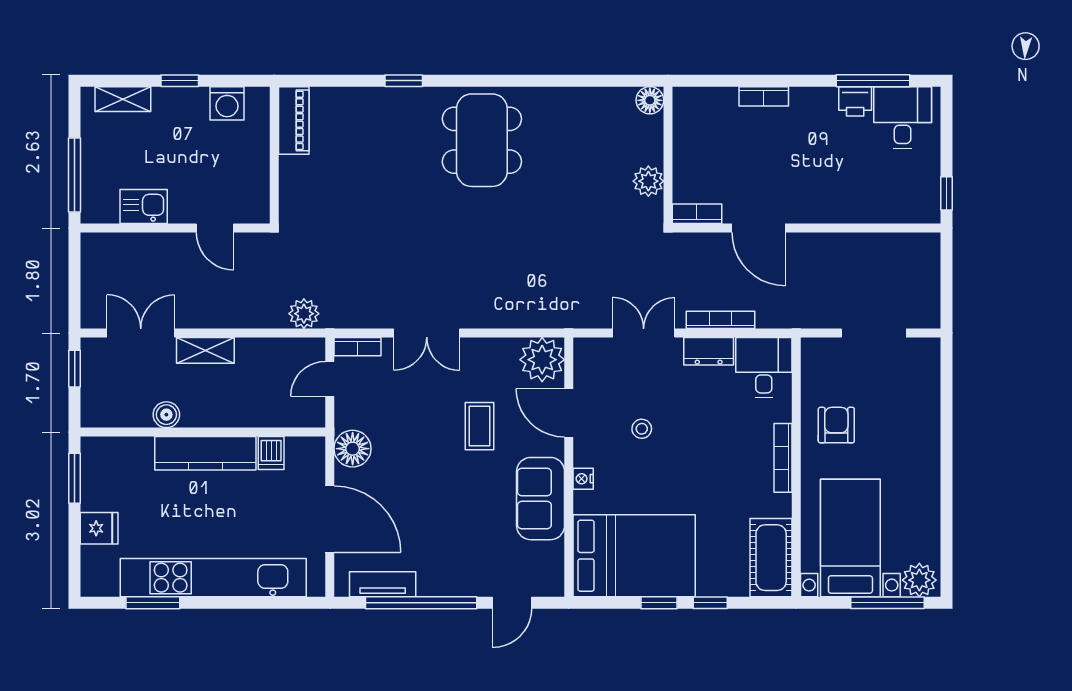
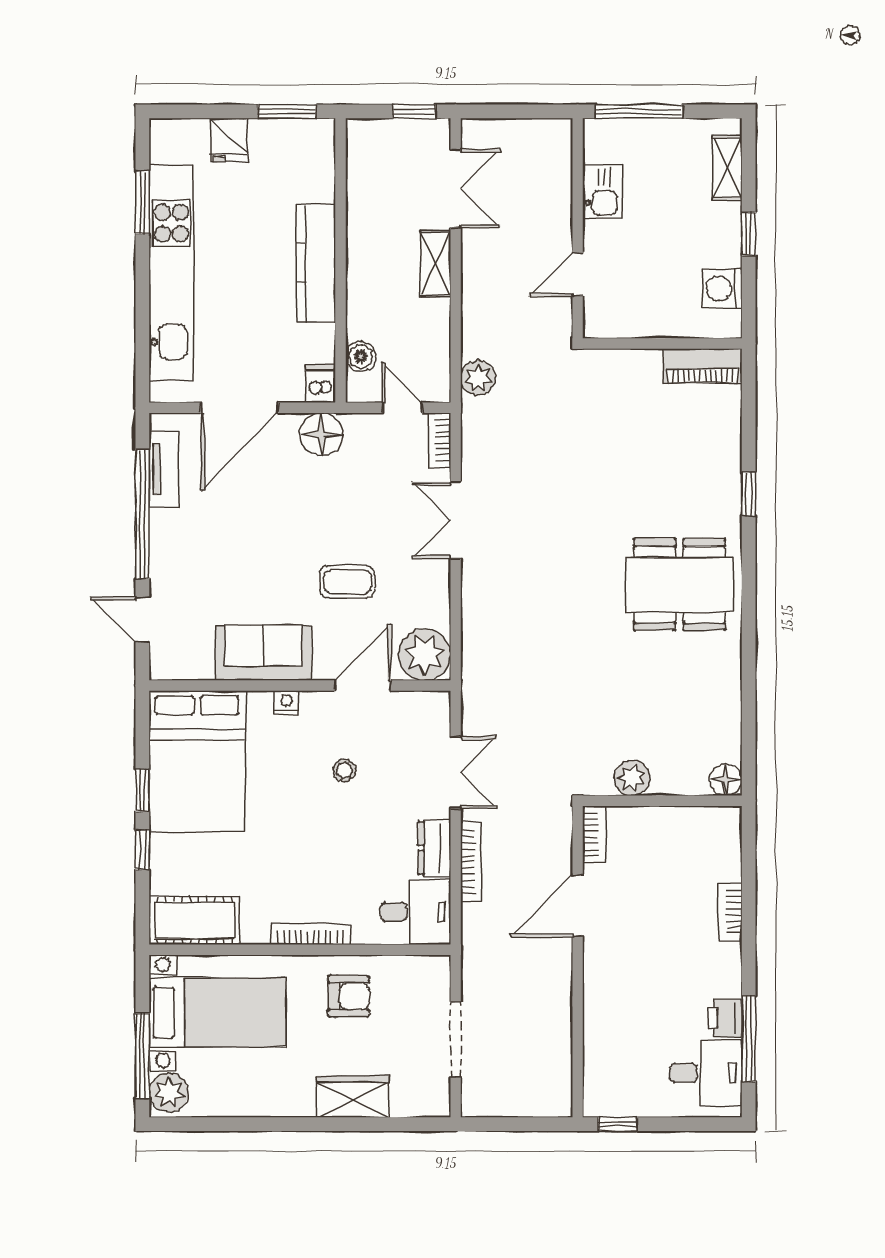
boiler: (166, 415) -> (361, 357), moved
wardrobe: (923, 422) -> (353, 1097), added
dishwasher: (271, 453) -> (321, 384), moved, turned 90

